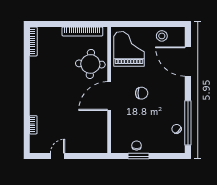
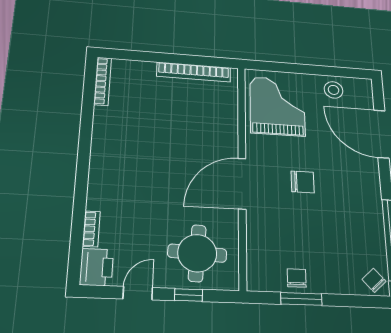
round table: (90, 64) -> (197, 253), moved
chair: (177, 129) -> (374, 280), moved
printer: (37, 144) -> (96, 267), added
window: (82, 156) -> (188, 295), added

